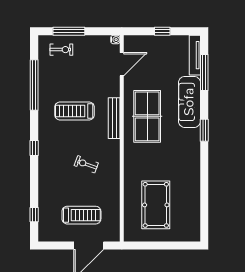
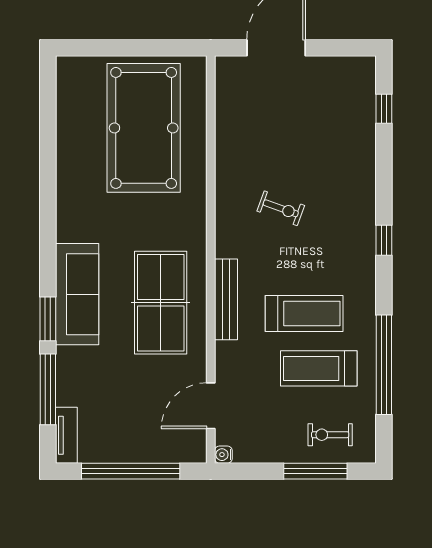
window: (162, 31) -> (131, 471), width x3.17
tv unit: (195, 55) -> (66, 435), width x0.71
sofa: (189, 102) -> (77, 294), moved
window: (204, 130) -> (48, 319), moved
pool table: (156, 205) -> (144, 128), width x1.36, depth x1.32
treadmill: (81, 215) -> (319, 368), moved

